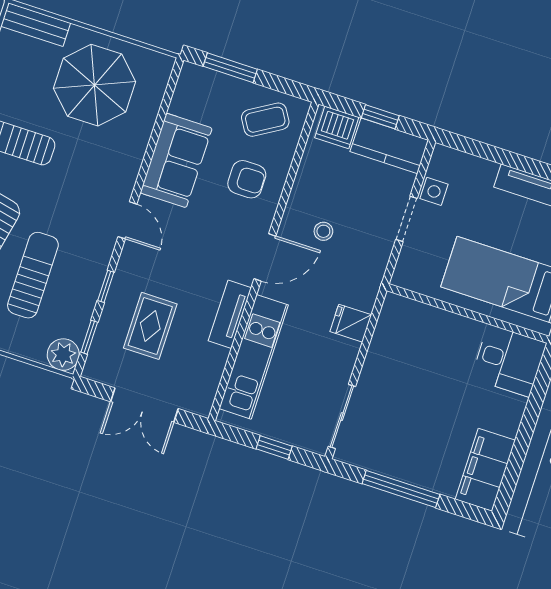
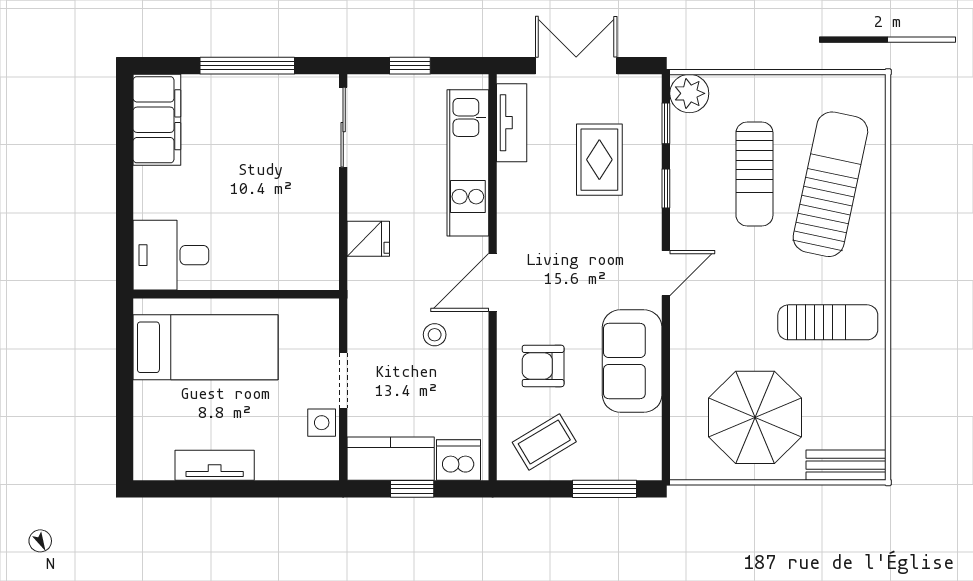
door: (127, 220) -> (666, 273), swing flipped
tv unit: (230, 314) -> (512, 123), moved

